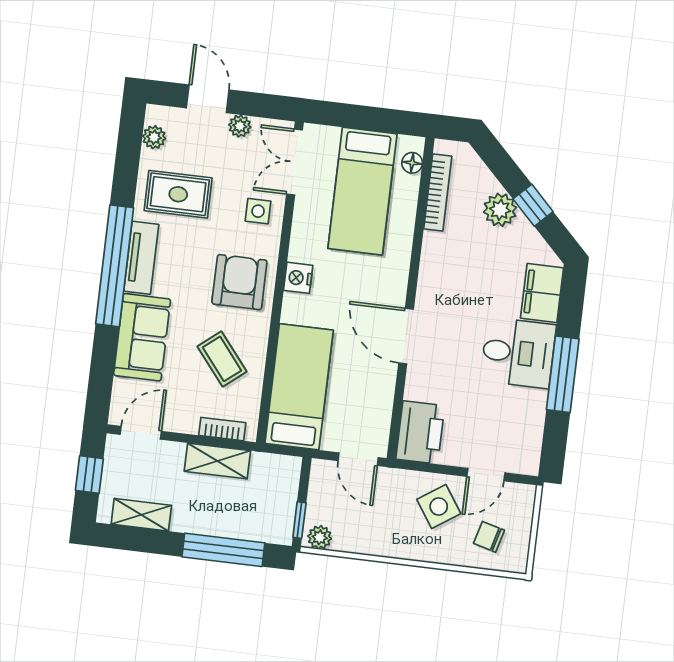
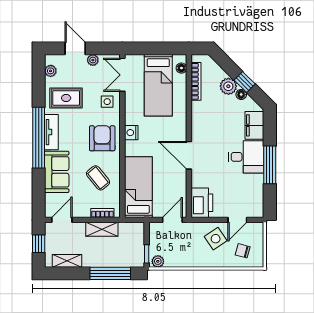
floor lamp: (523, 229) -> (241, 94), added
door: (358, 459) -> (172, 220), swing flipped

